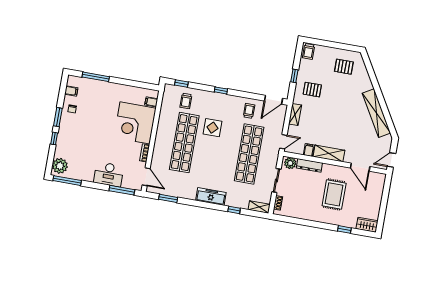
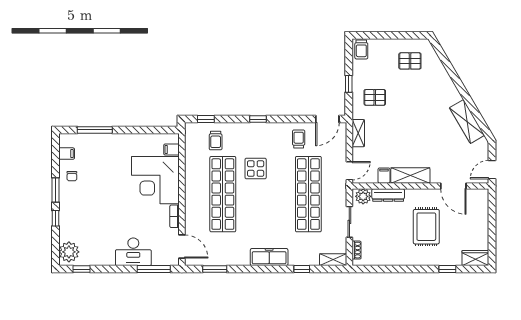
shelving: (376, 113) -> (467, 122), width x0.68
window: (67, 181) -> (82, 269), width x0.46

